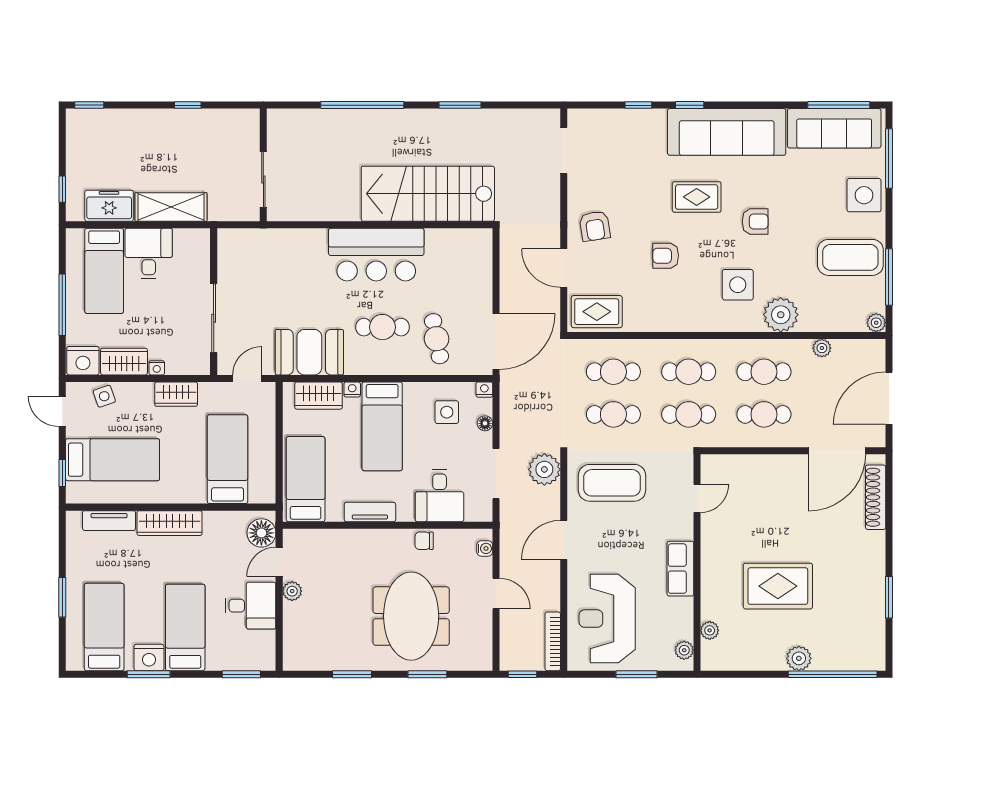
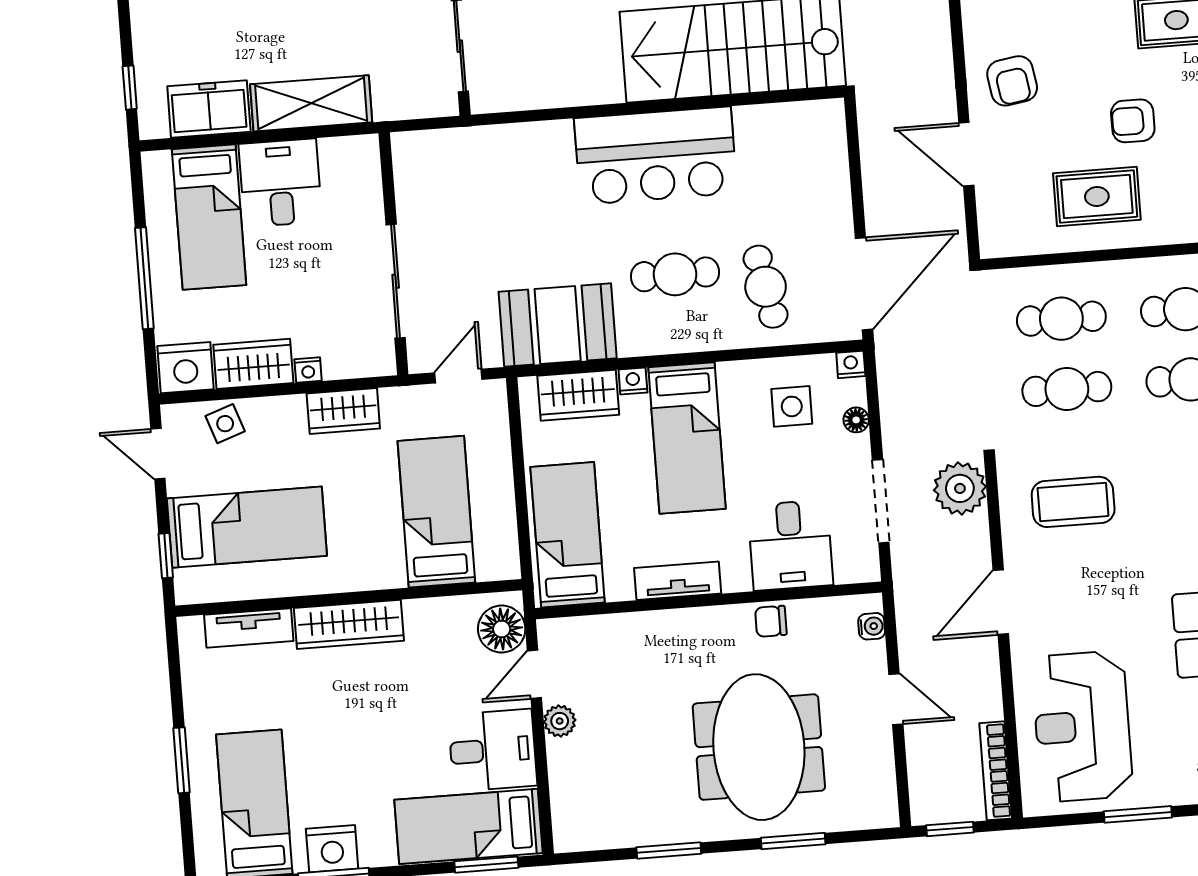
rug: (597, 312) -> (1097, 196), moved
coffee table: (612, 483) -> (1073, 502), width x0.73, depth x0.76
bed: (185, 627) -> (468, 826), moved, turned -90

